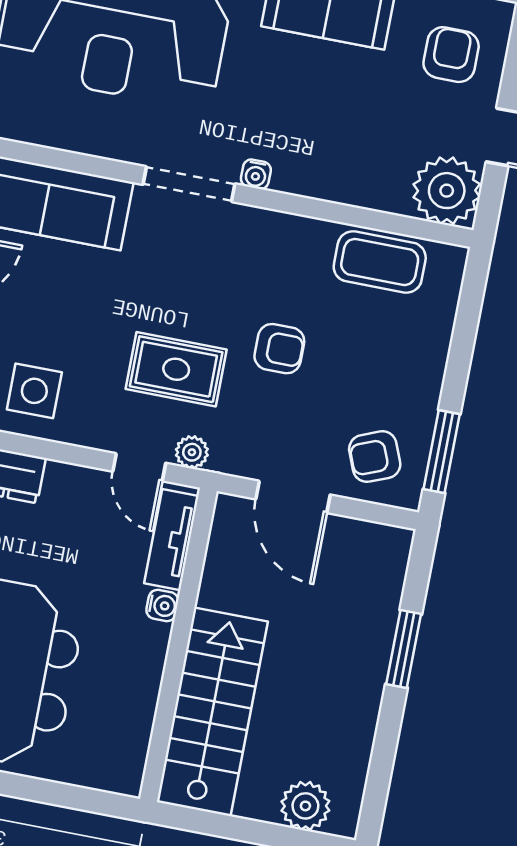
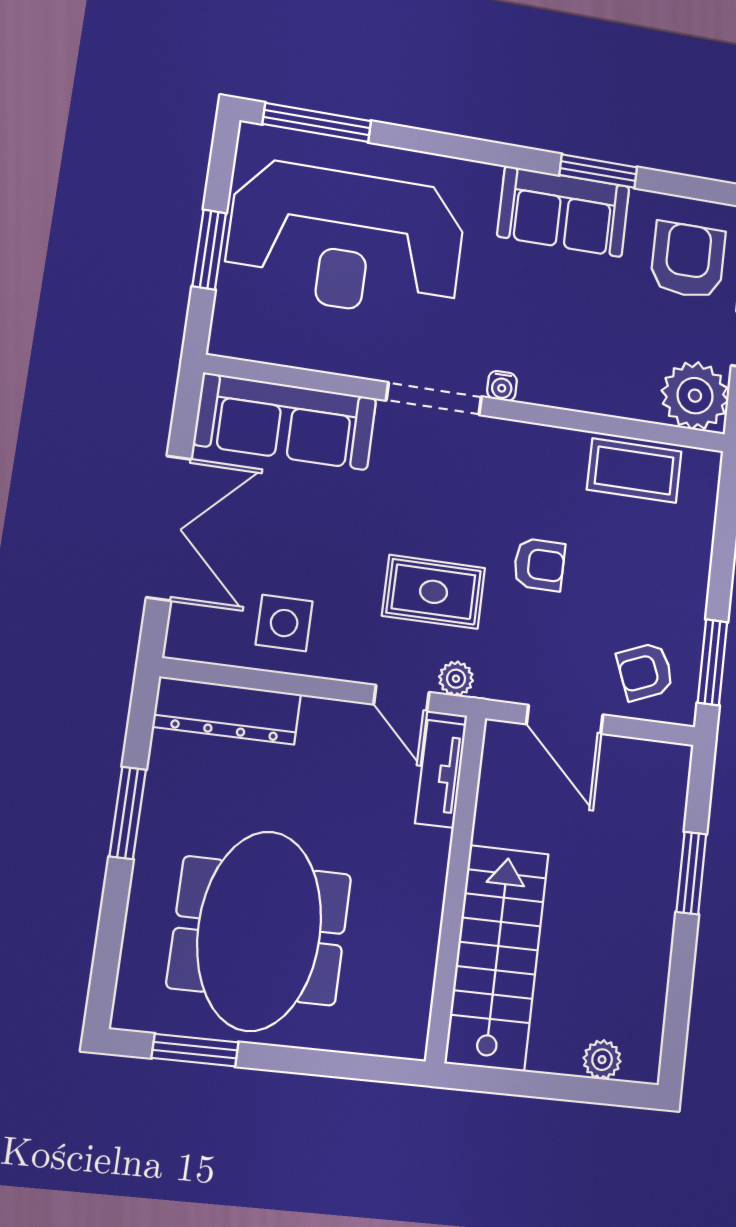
armchair: (451, 55) -> (688, 260), width x1.38, depth x1.38
water cooler: (162, 605) -> (436, 846), removed
plant: (305, 806) -> (602, 1060), width x0.73, depth x0.73

